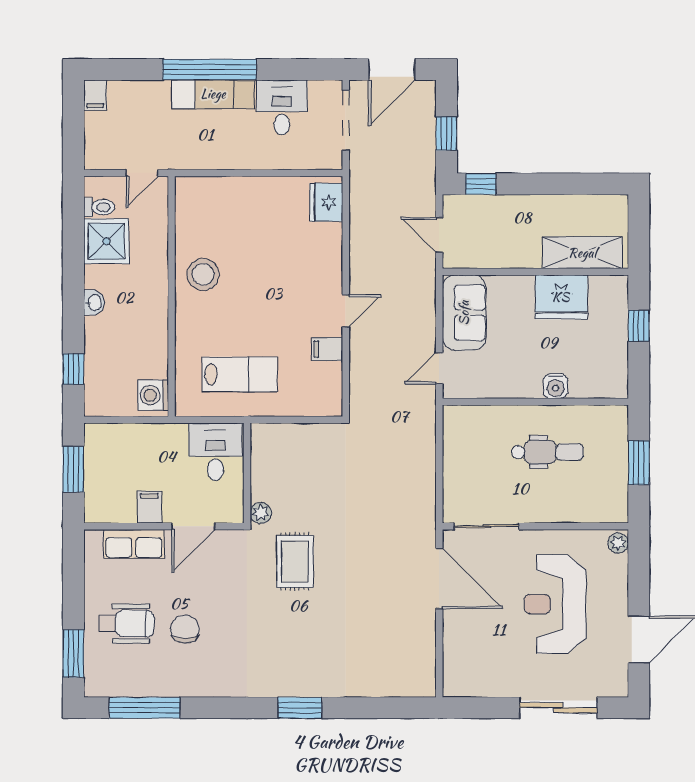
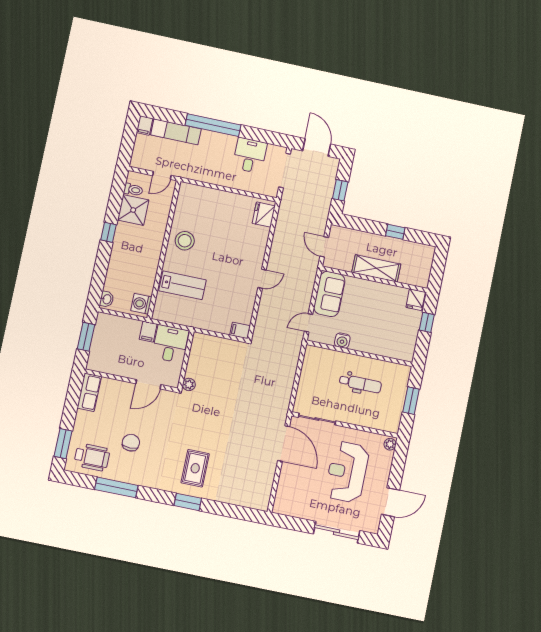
door: (392, 70) -> (317, 147), swing flipped
exam couch: (213, 94) -> (176, 132), moved
window: (481, 184) -> (395, 232), moved
shelving: (582, 253) -> (376, 268), moved
fridge: (561, 297) -> (416, 300), moved, width x0.53, depth x0.75
washbasin: (94, 303) -> (107, 299), moved
filing cabinet: (327, 349) -> (240, 330), moved
window: (73, 369) -> (109, 232), moved
lab bench: (240, 374) -> (182, 285), moved
water cooler: (556, 386) -> (342, 341), moved
filing cabinet: (149, 507) -> (148, 332), moved, turned 180
row of seats: (134, 544) -> (89, 392), moved, turned -90
rug: (295, 561) -> (195, 468), moved
wheelchair: (127, 624) -> (92, 457), moved
window: (144, 708) -> (116, 487), moved

